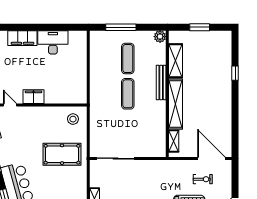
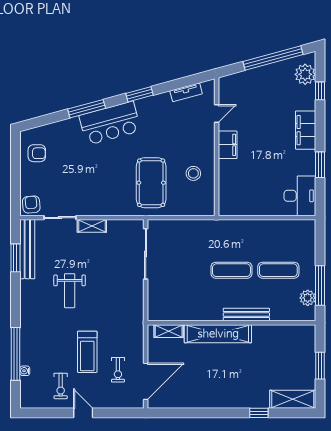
window: (48, 27) -> (320, 165), added
window: (121, 27) -> (320, 286), moved
plant: (160, 37) -> (308, 298), moved
desk: (53, 42) -> (300, 196), moved
shelving: (176, 61) -> (293, 399), moved
stool: (73, 119) -> (193, 173), moved

